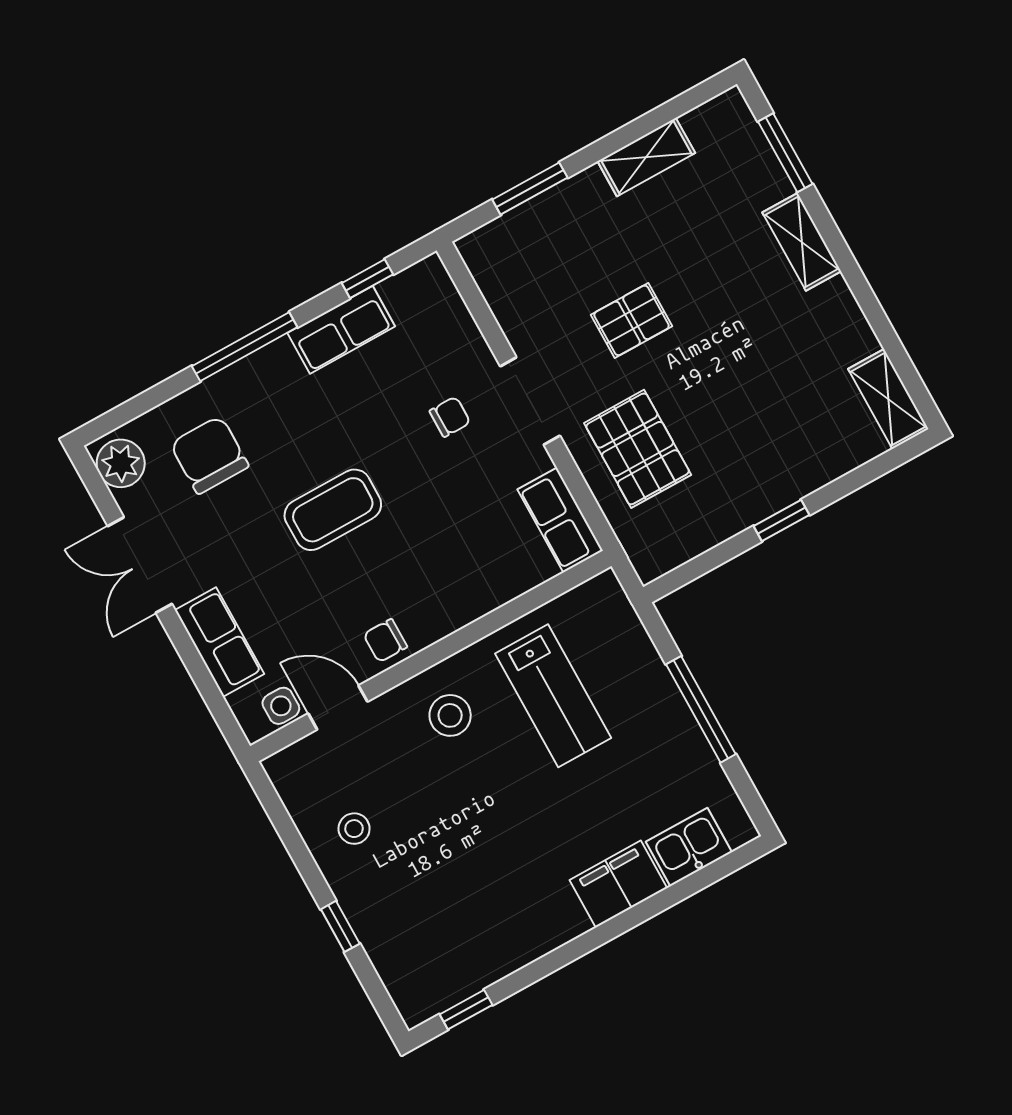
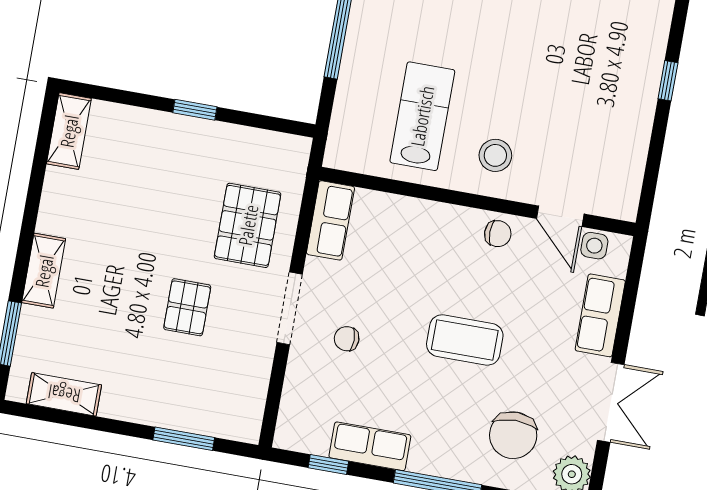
shelving: (646, 157) -> (64, 394), moved
pallet: (631, 320) -> (187, 307), turned 90
stool: (354, 829) -> (611, 134), removed

